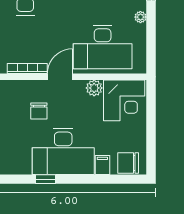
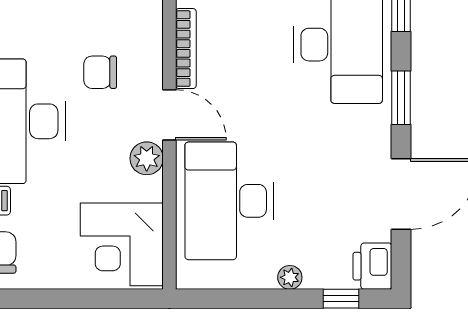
plant: (94, 88) -> (147, 158), moved

